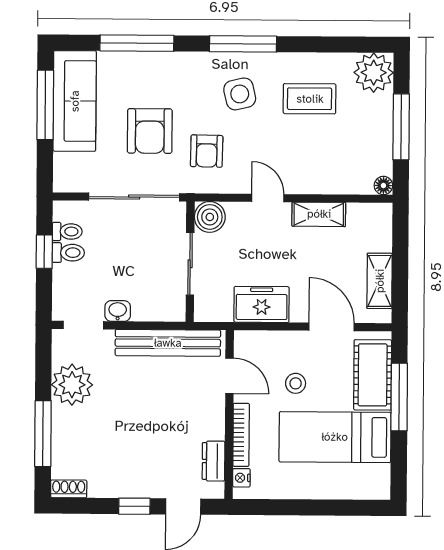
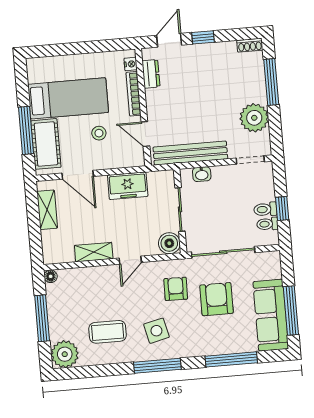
door: (268, 198) -> (130, 260), hinge flipped
washbasin: (118, 311) -> (202, 174), moved

